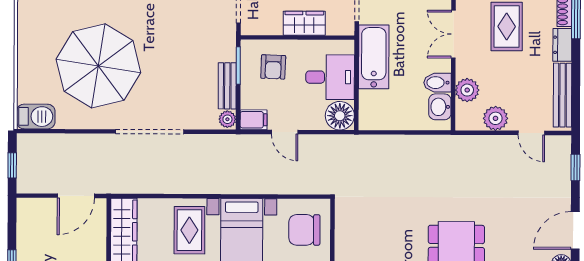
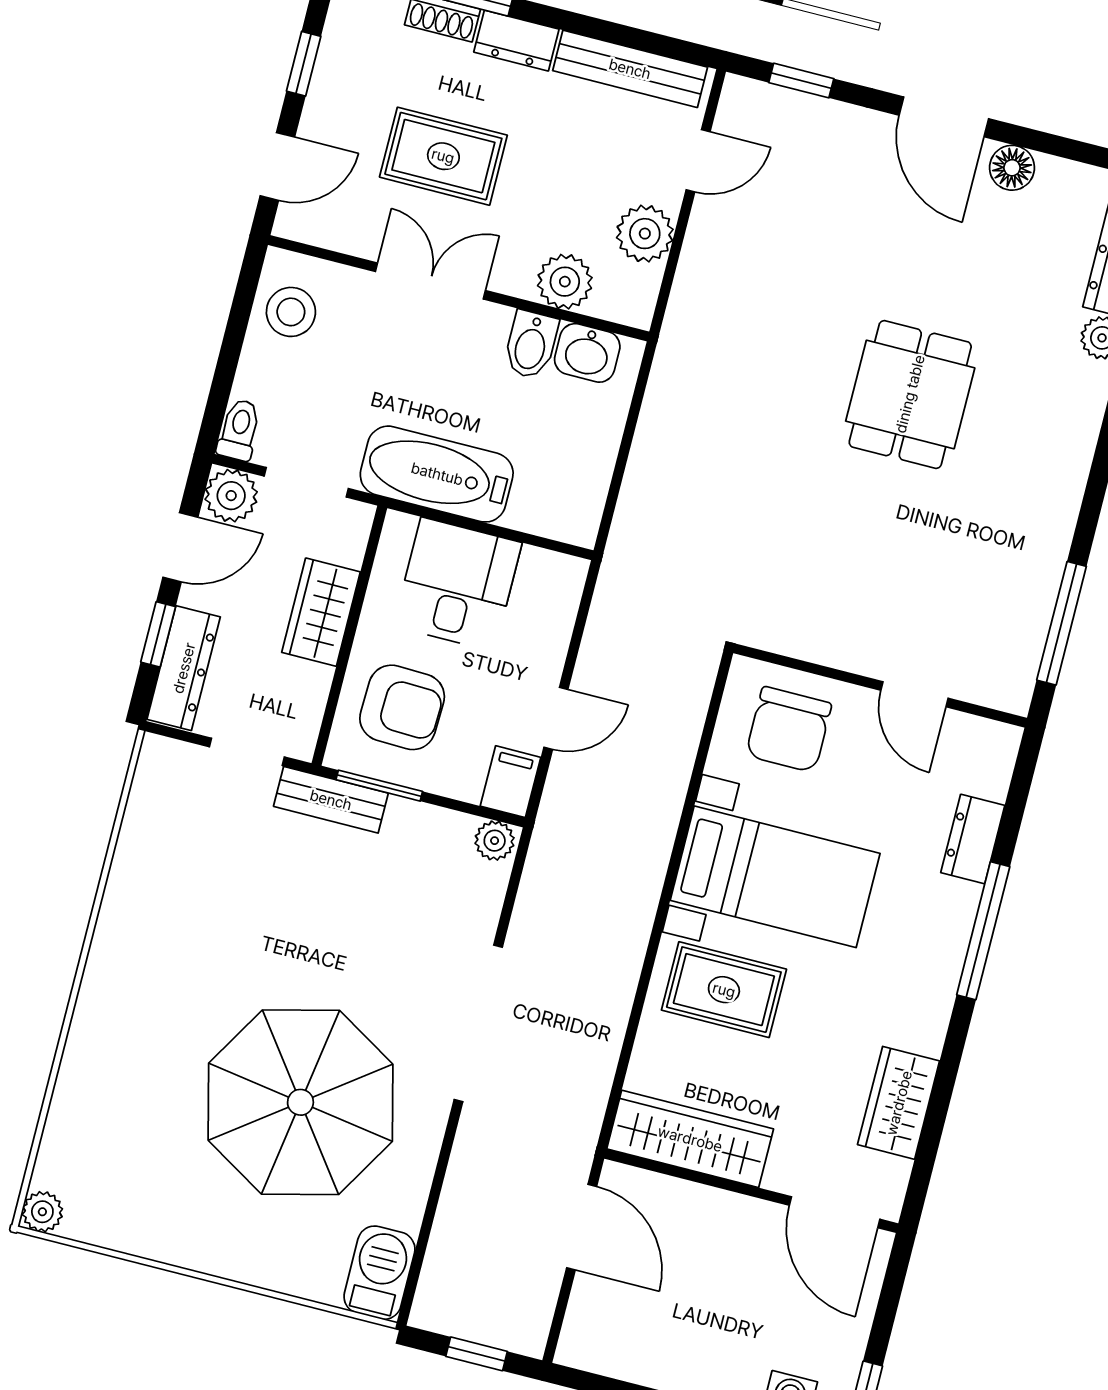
double door: (453, 34) -> (430, 281), swing flipped
armchair: (273, 67) -> (402, 707), width x1.38, depth x1.38
bench: (227, 86) -> (331, 800), moved
floor lamp: (340, 116) -> (550, 584), removed

